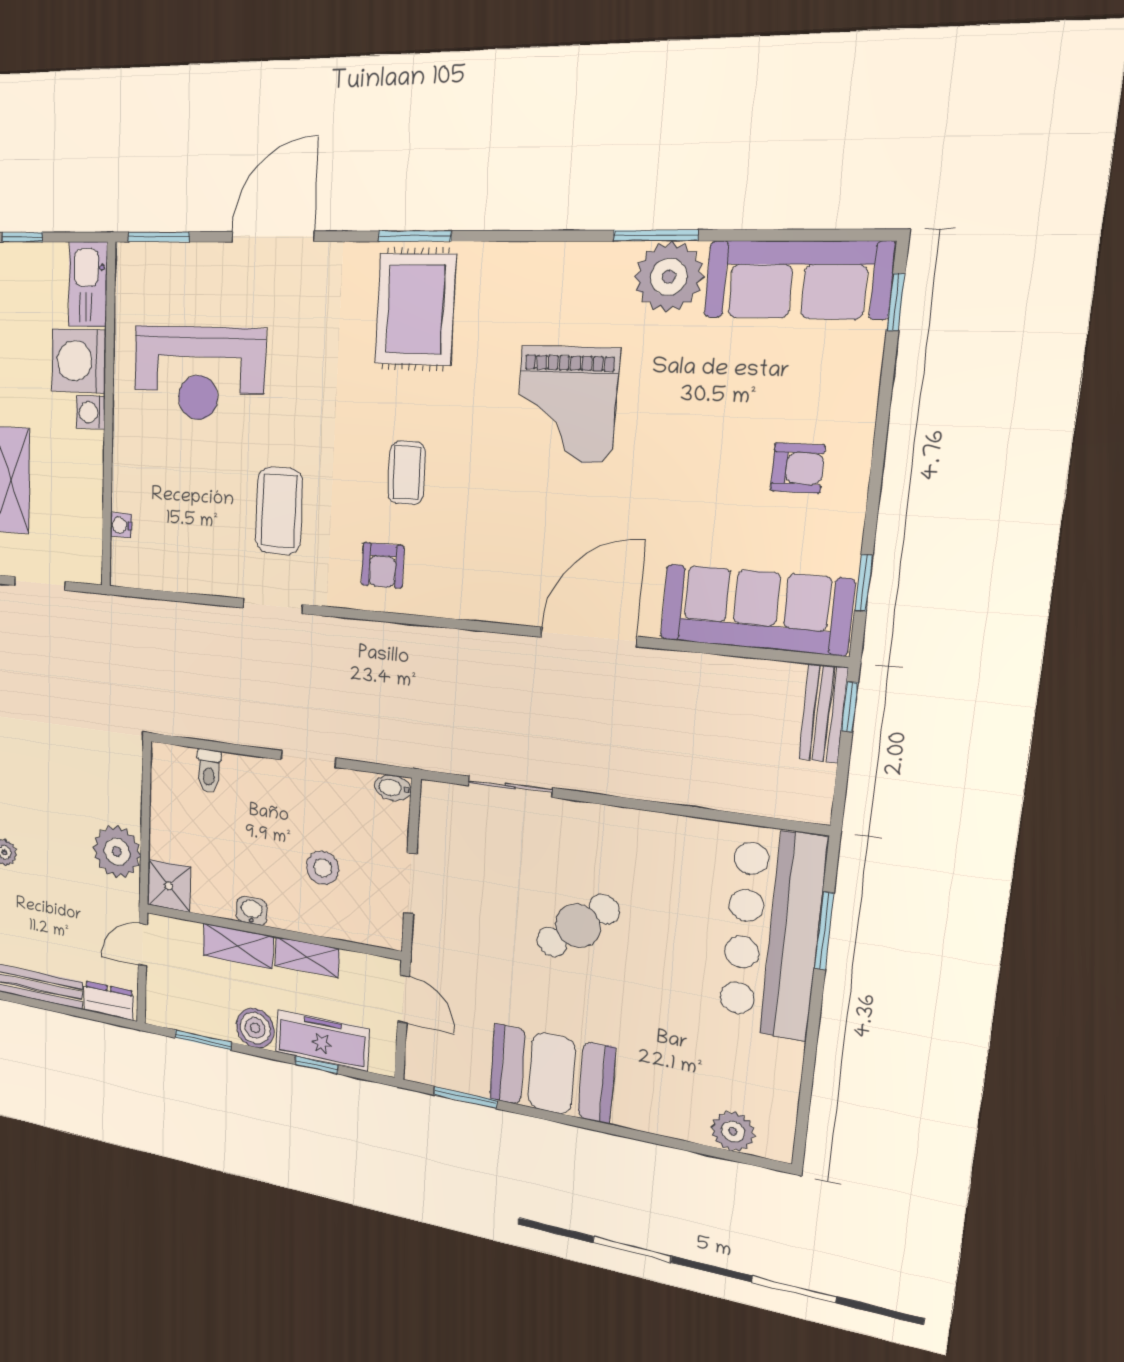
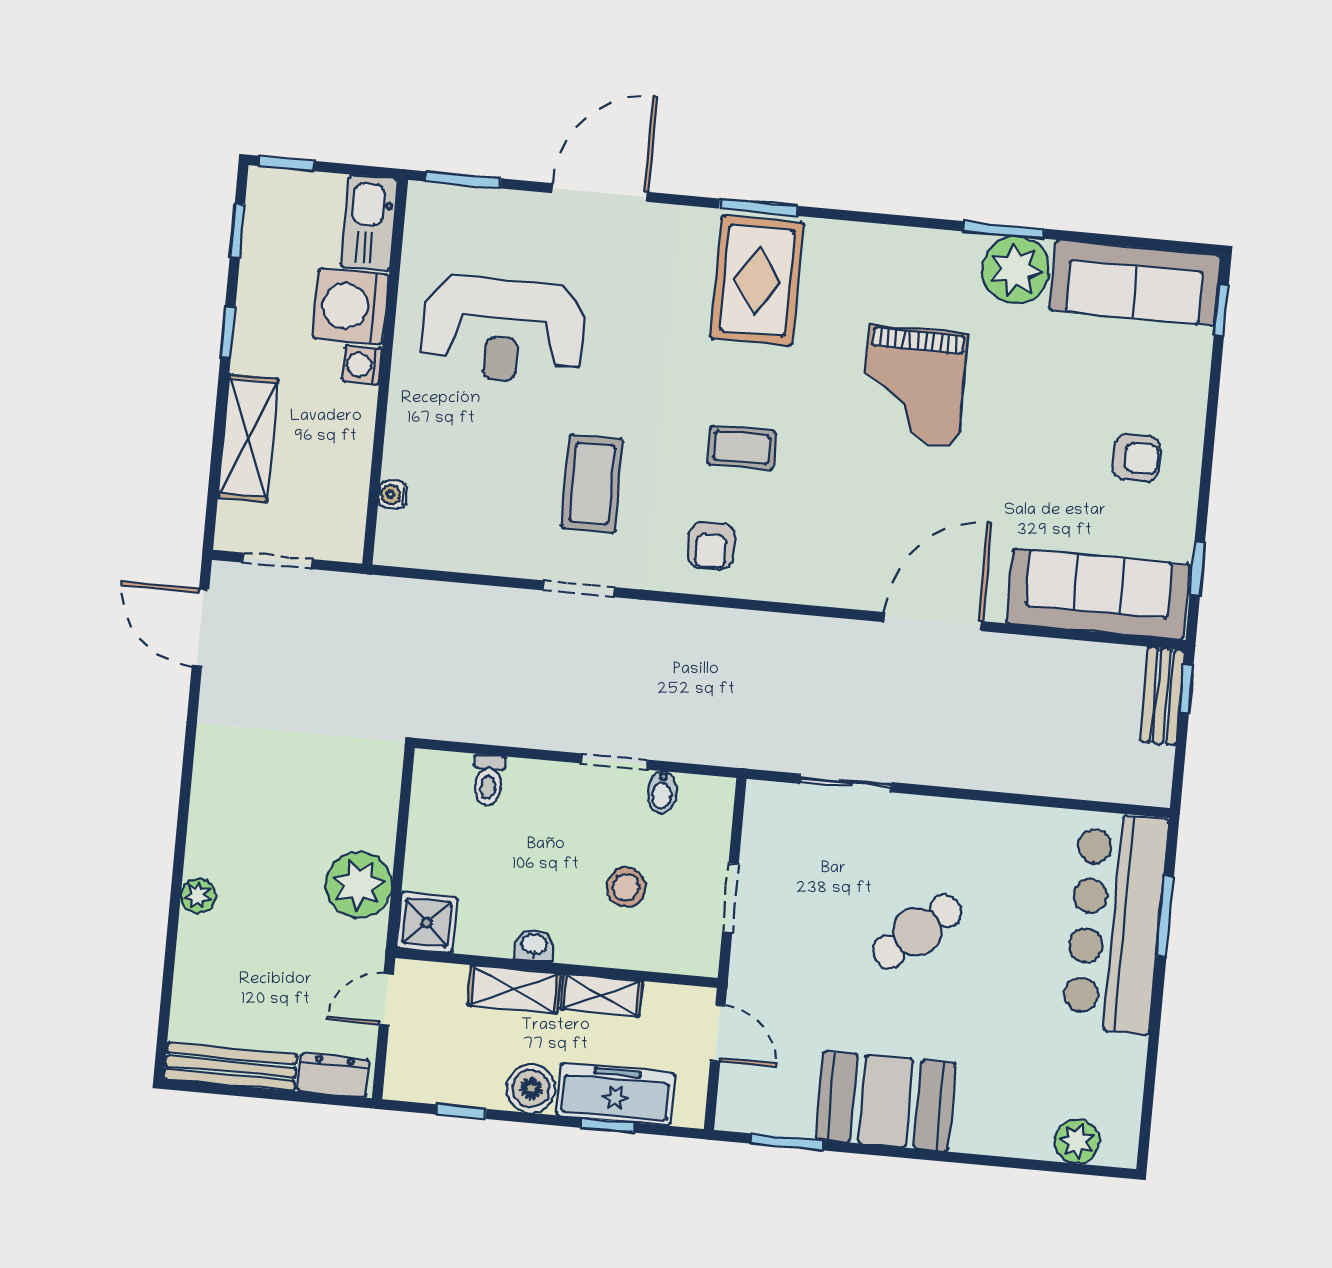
coffee table: (407, 473) -> (742, 448), turned 90
bidet: (393, 788) -> (662, 792), moved, turned -90
window: (203, 1040) -> (461, 1112), width x0.67

